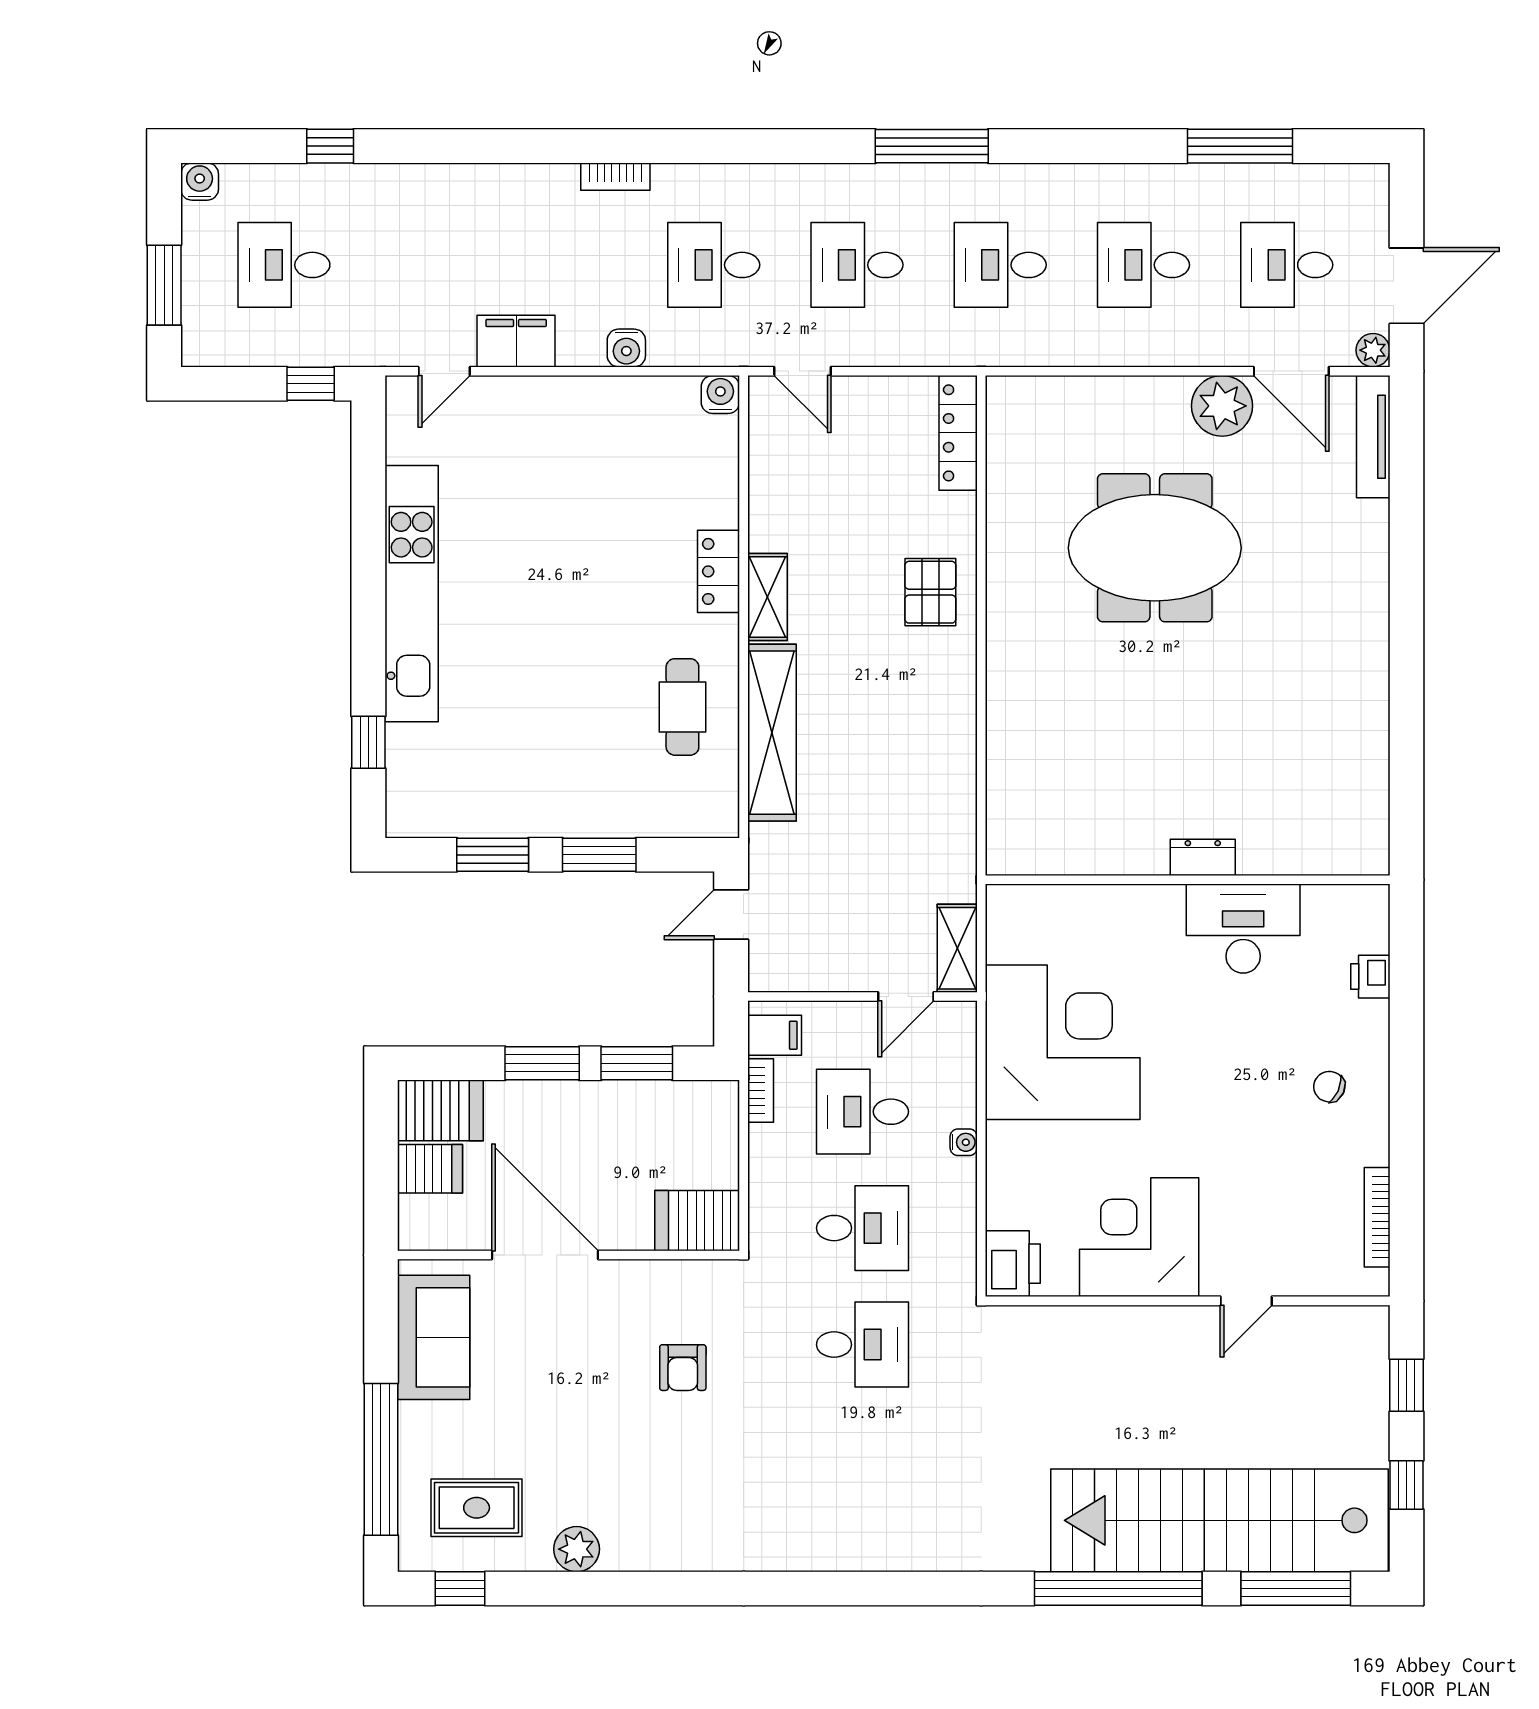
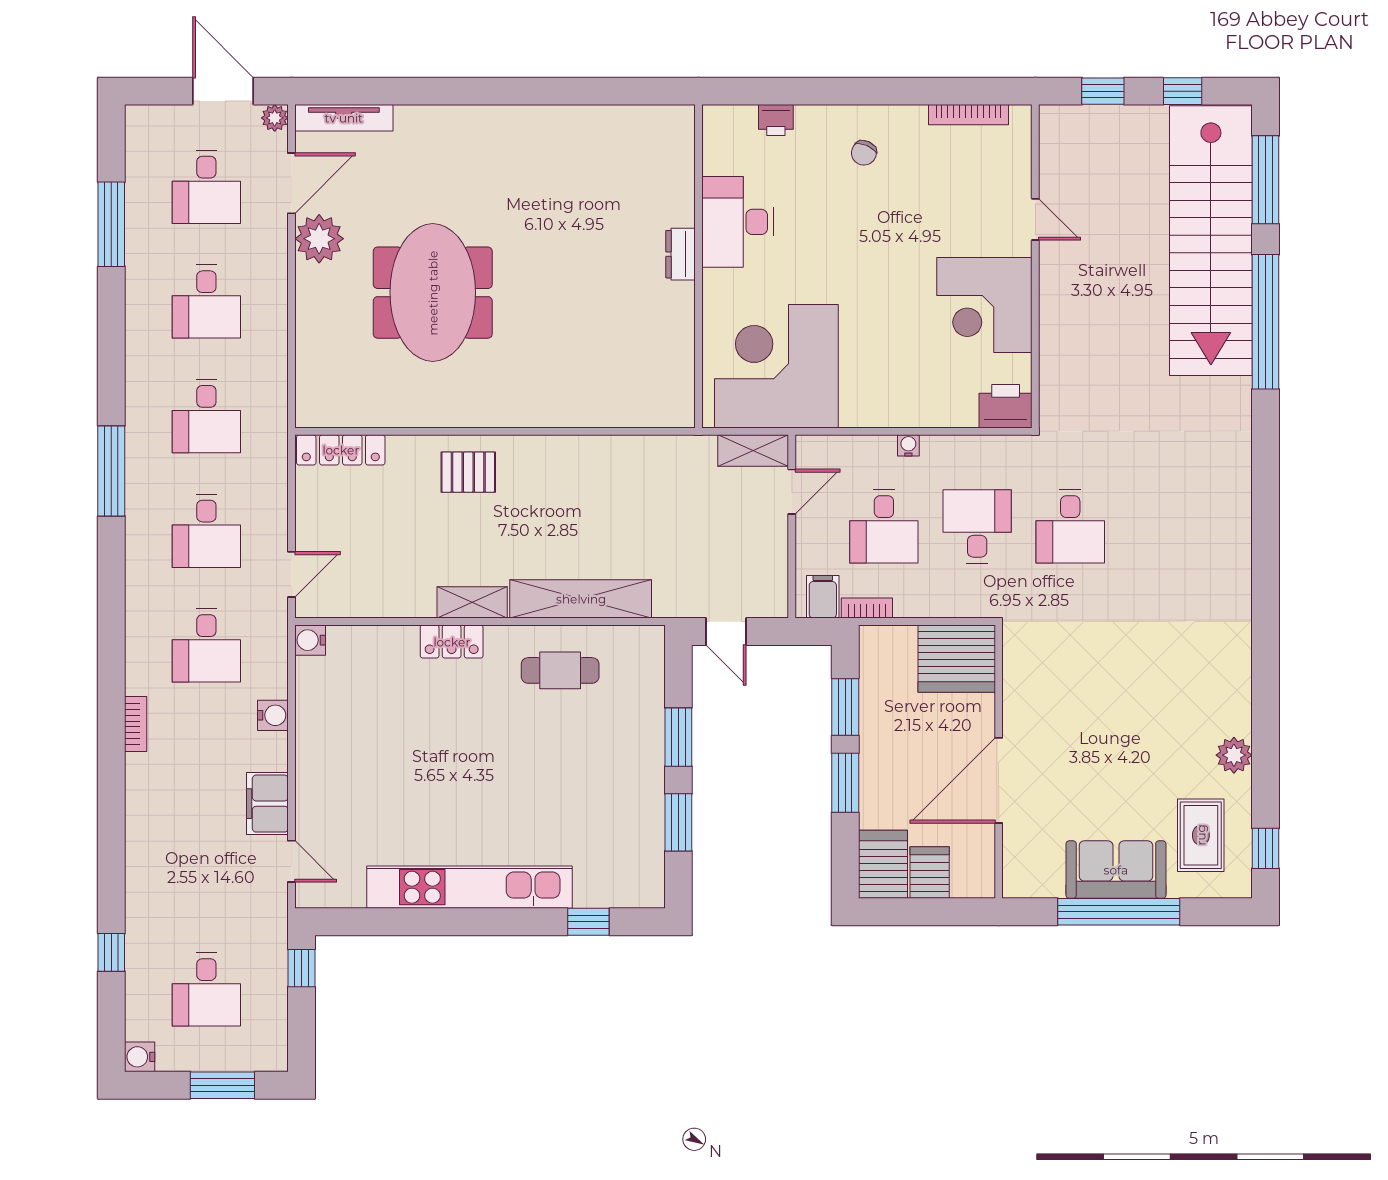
door: (906, 997) -> (792, 492), hinge flipped
corner desk: (1063, 1042) -> (776, 366), moved
server rack: (697, 1221) -> (957, 659), width x1.60
sofa: (434, 1337) -> (1116, 870), moved
desk: (862, 1345) -> (1070, 526), turned 180
armchair: (683, 1368) -> (1089, 670), removed
window: (381, 1459) -> (1119, 912), moved

